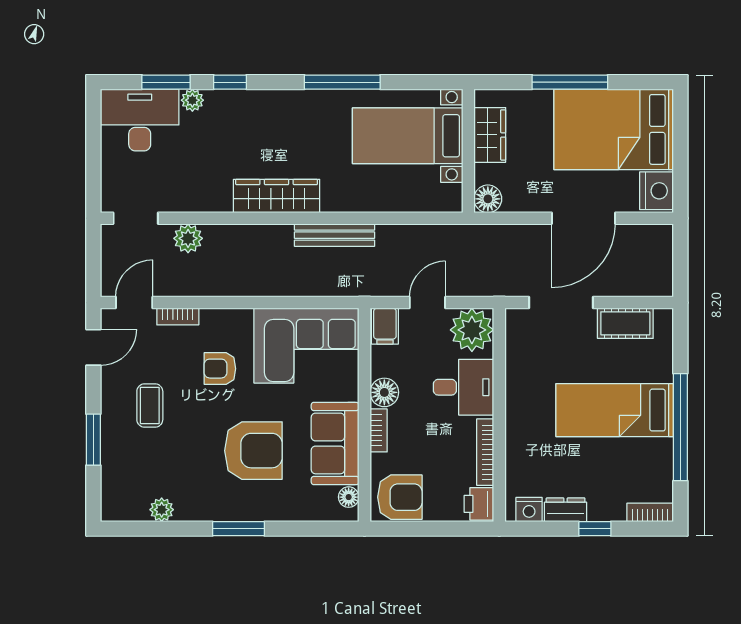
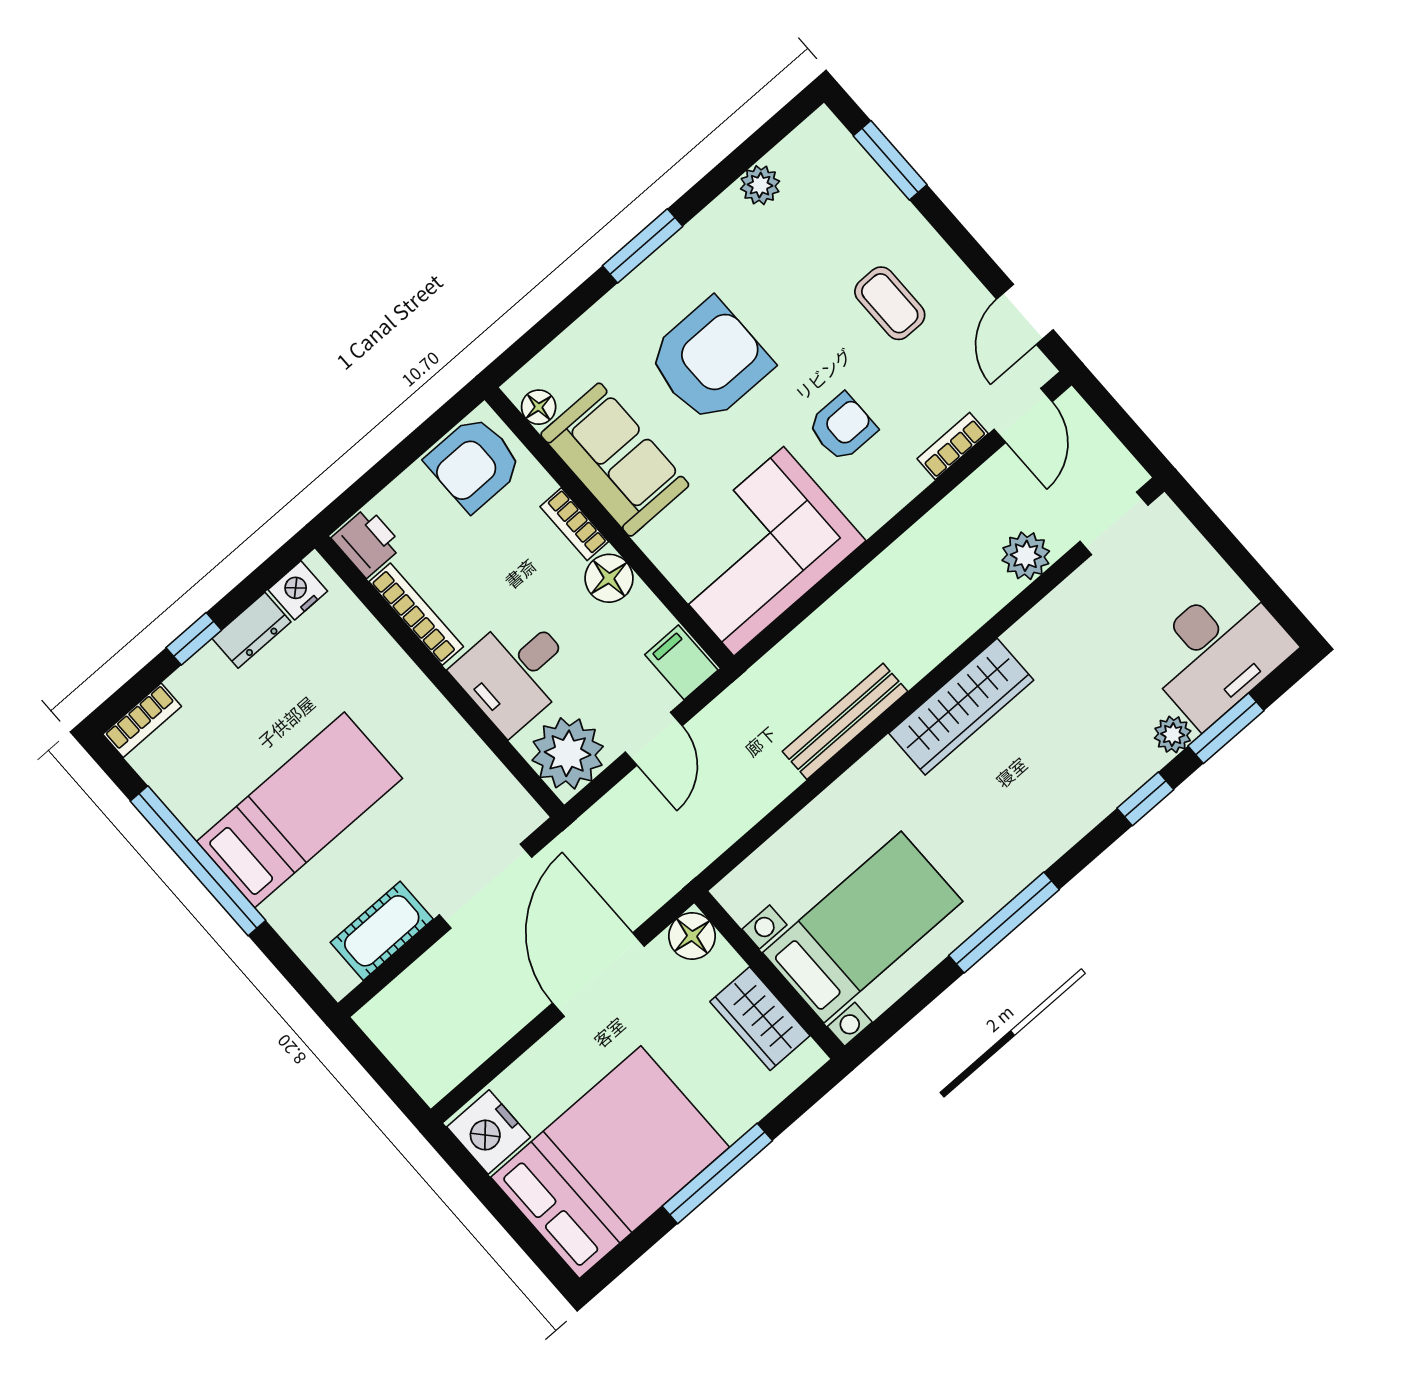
door: (583, 218) -> (598, 975), moved
window: (93, 440) -> (890, 160), moved
armchair: (253, 451) -> (710, 361), turned 180

